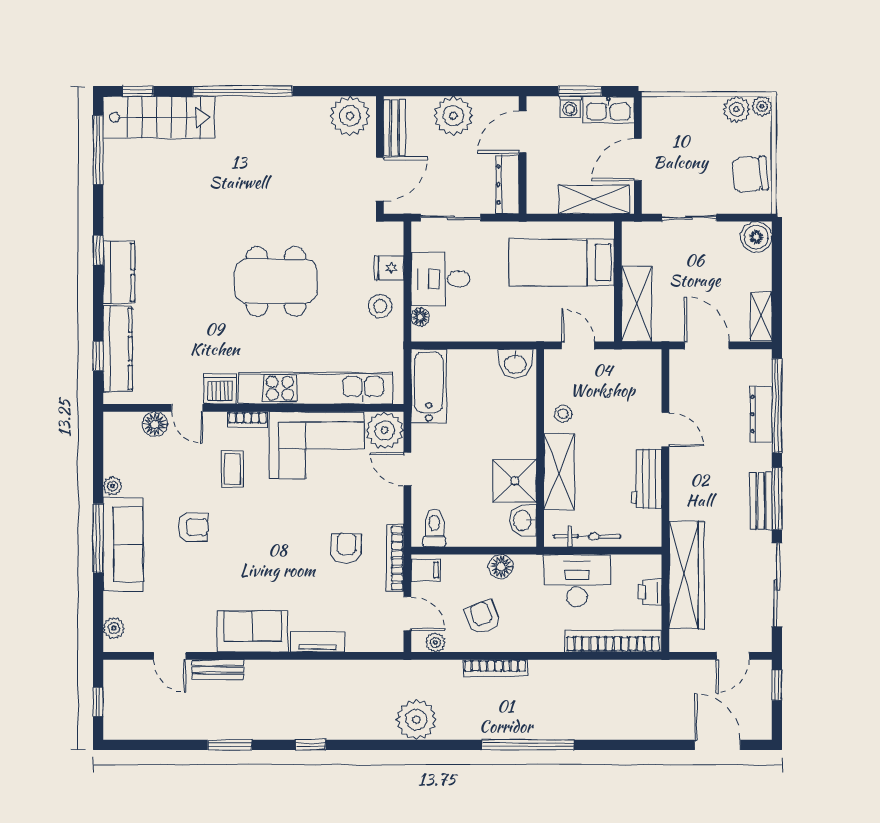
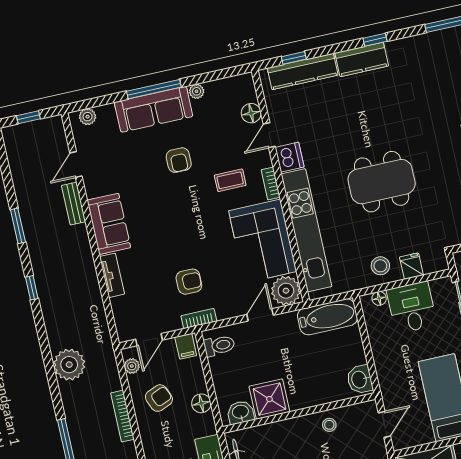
dining table: (276, 281) -> (382, 182), turned 90
shelving: (559, 472) -> (284, 432), removed
bookcase: (395, 558) -> (199, 319), width x0.64

